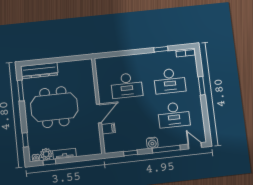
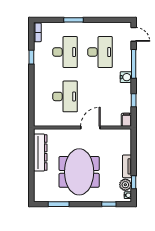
dresser: (39, 71) -> (40, 153), moved
door: (99, 113) -> (90, 128), hinge flipped
filing cabinet: (108, 128) -> (126, 120), moved
door: (195, 146) -> (134, 34), swing flipped

